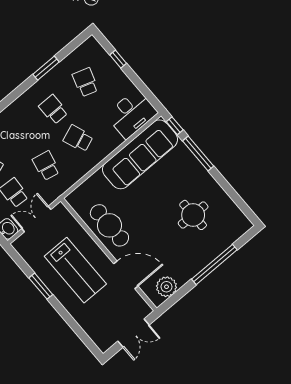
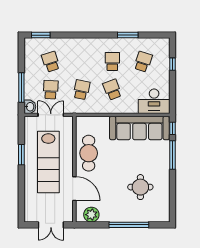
lab bench: (75, 270) -> (48, 162), width x1.36

